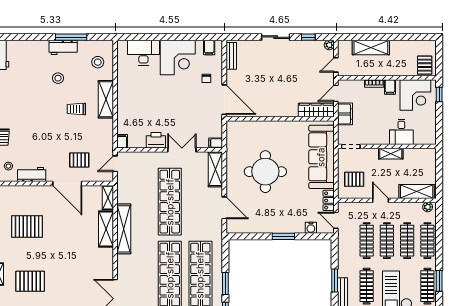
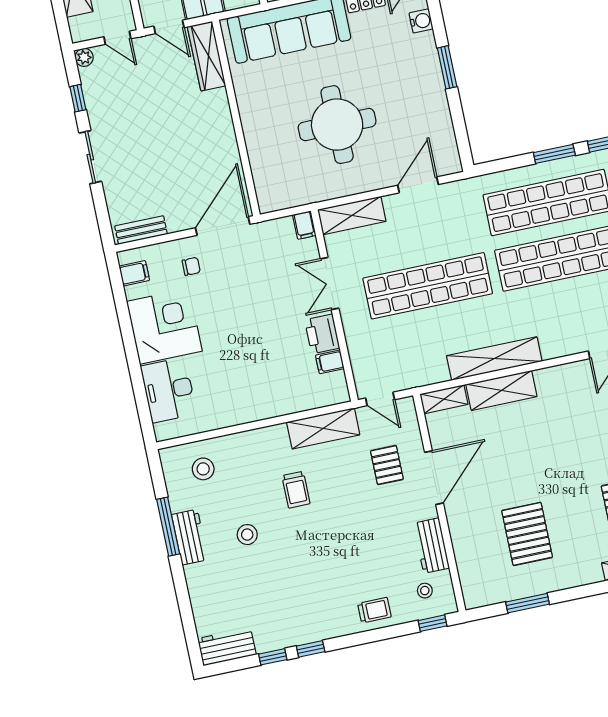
shelving: (106, 99) -> (323, 428), moved
filing cabinet: (122, 141) -> (330, 362), moved

